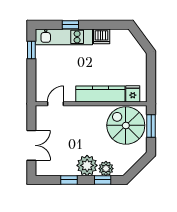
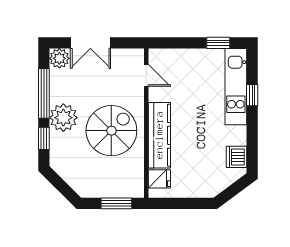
dishwasher: (102, 36) -> (237, 157), moved
spiral stairs: (126, 125) -> (111, 131), moved
plant: (106, 169) -> (59, 58), moved
window: (69, 180) -> (44, 93), width x2.17

